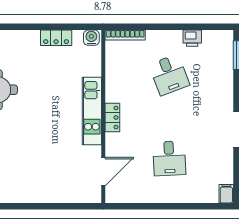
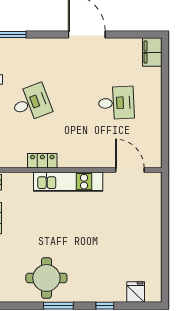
locker: (112, 118) -> (42, 161), moved
filing cabinet: (226, 194) -> (152, 52), width x2.00

